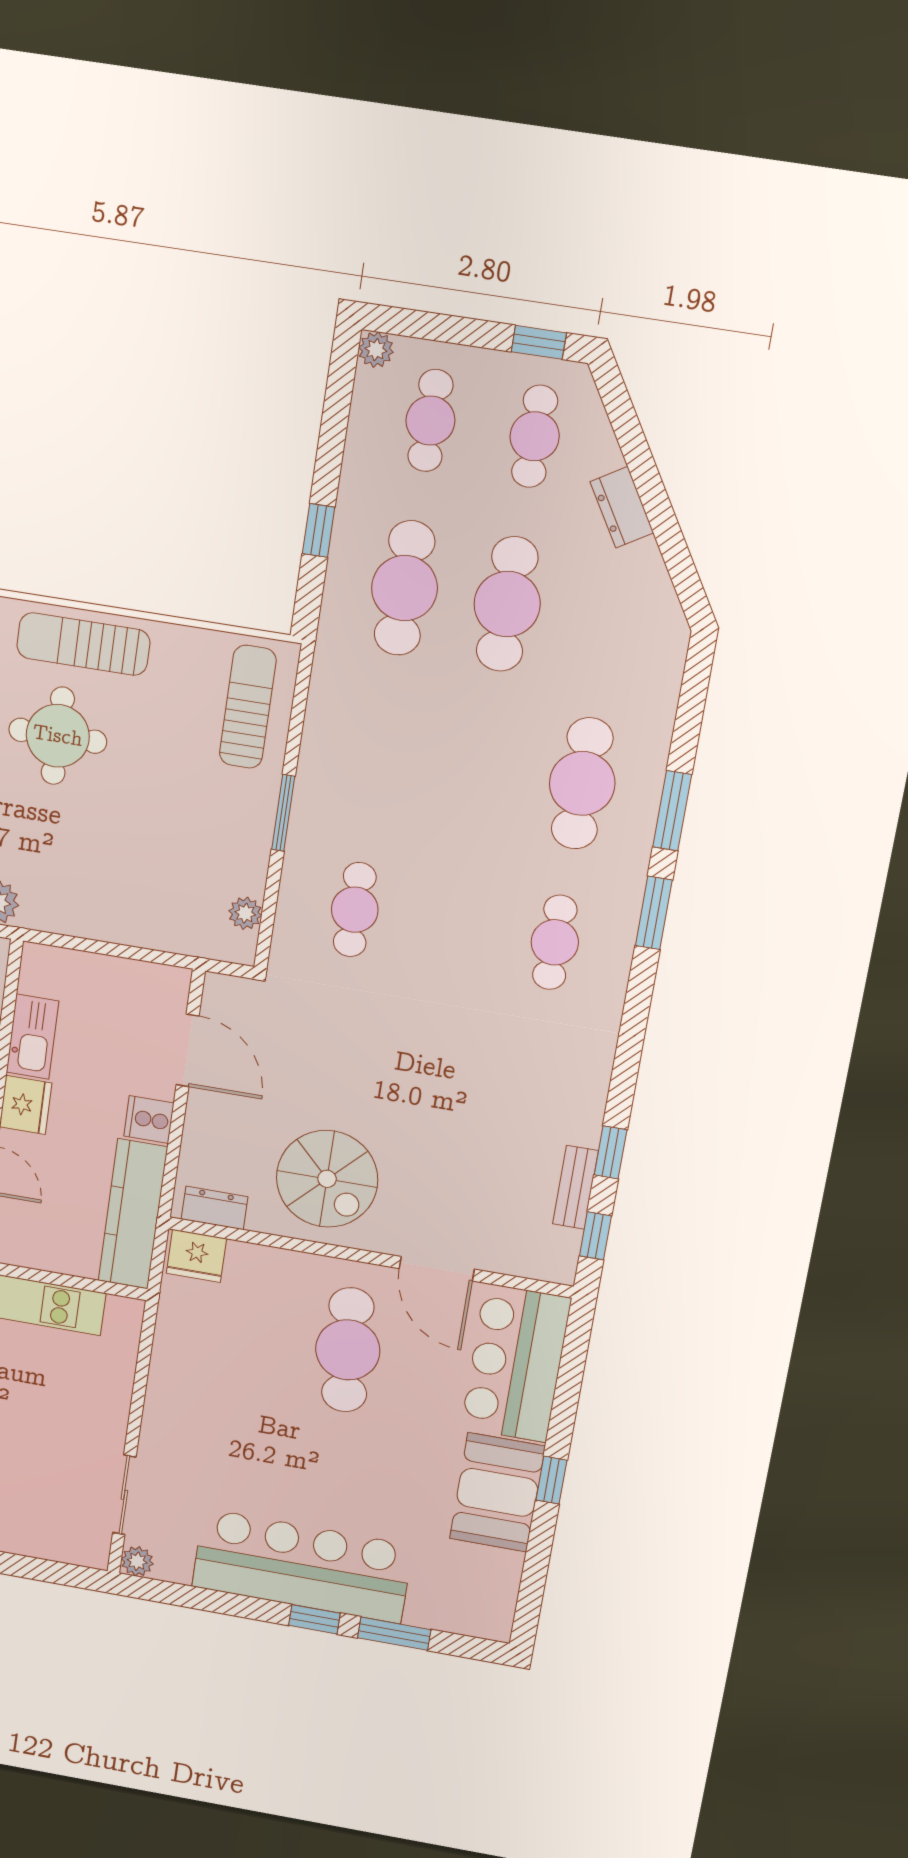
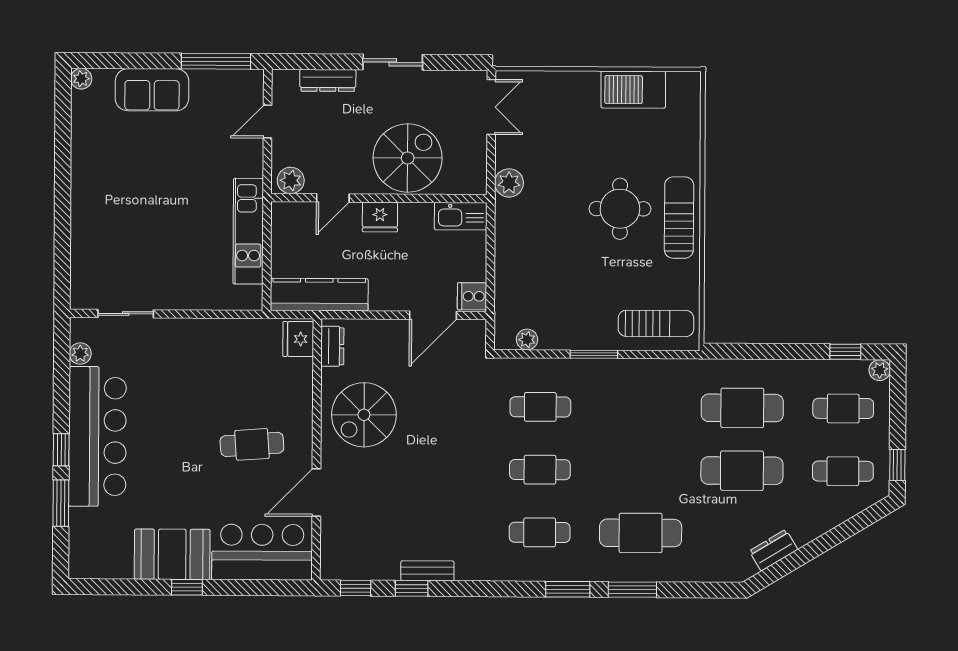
dresser: (622, 507) -> (773, 550), moved
window: (319, 530) -> (845, 352), moved
cafe table: (455, 926) -> (540, 470), added
kitchen sink: (32, 1037) -> (461, 216), moved
cooker: (149, 1120) -> (472, 296), moved, turned -90
bench: (575, 1187) -> (427, 571), moved
cafe table: (348, 1350) -> (252, 444), width x0.73, depth x0.74
plant: (137, 1561) -> (80, 353), moved

